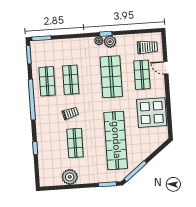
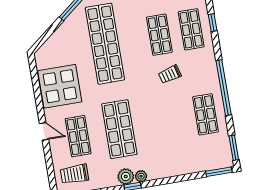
door: (166, 68) -> (44, 131), moved
shop shelf: (71, 80) -> (191, 29), moved

